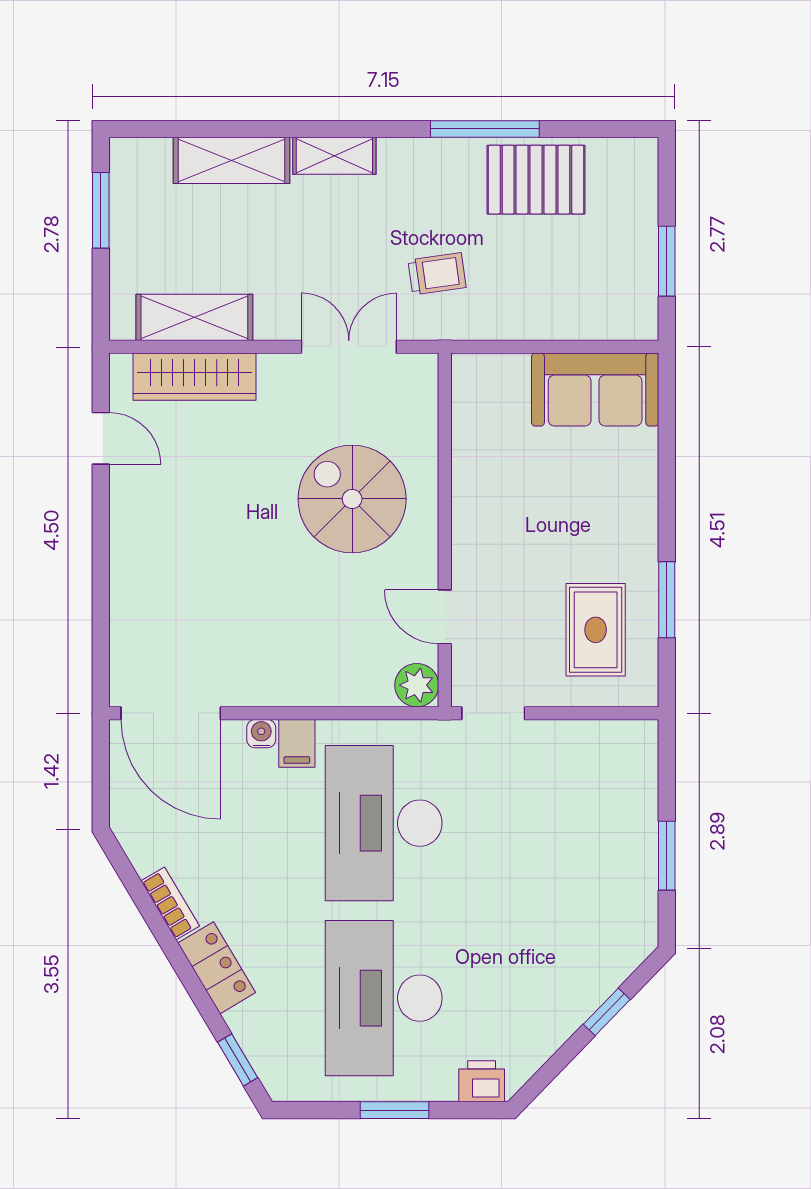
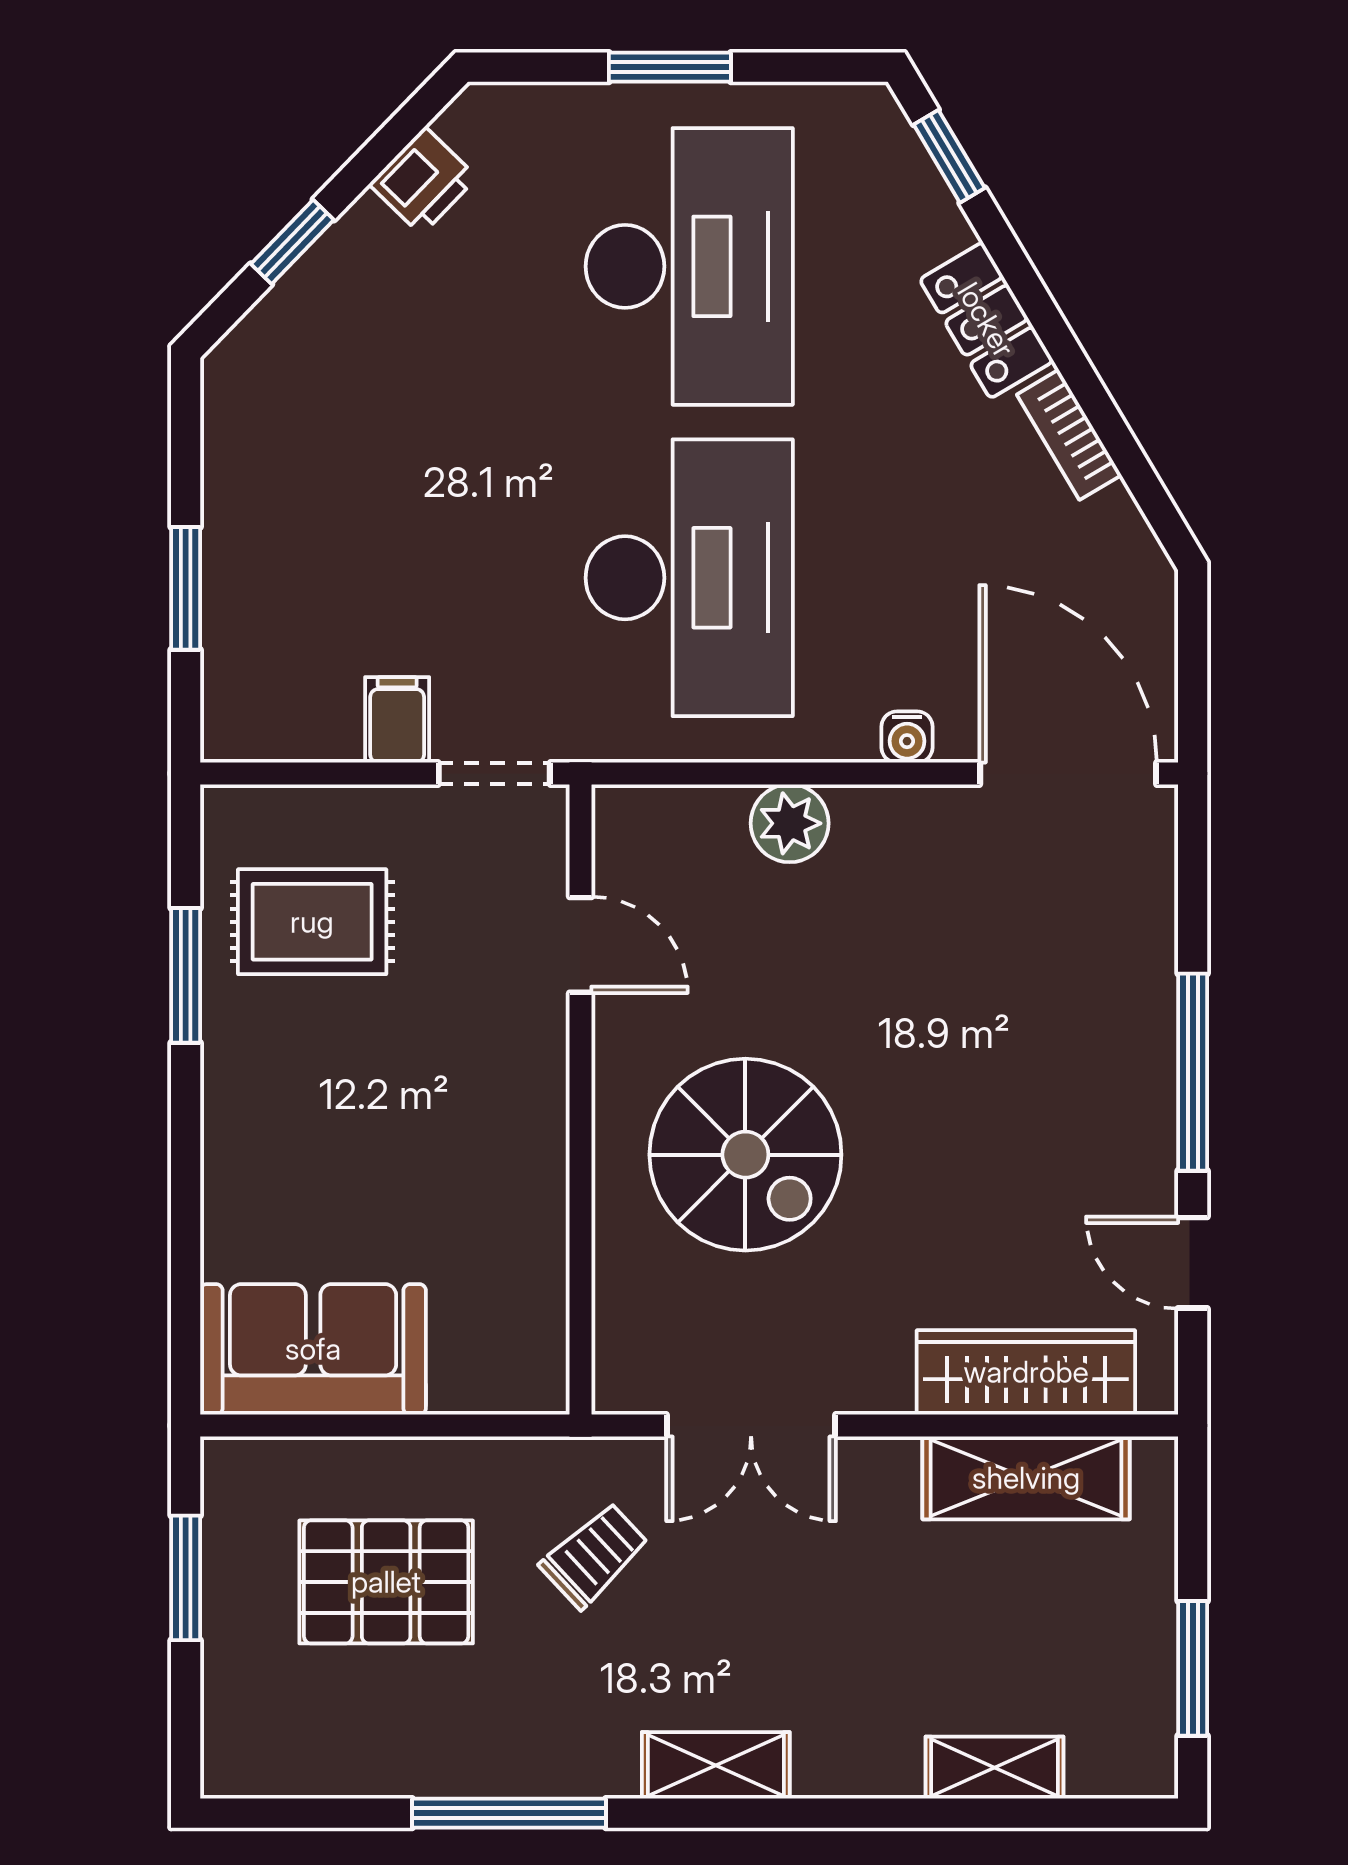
shelving: (334, 156) -> (716, 1765), moved
shelving: (231, 160) -> (995, 1768), width x0.67, depth x0.75
pallet: (536, 180) -> (386, 1582), moved
trolley: (437, 274) -> (594, 1555), turned 145
window: (101, 545) -> (1193, 1072), added
rug: (596, 630) -> (312, 922), turned 90
plant: (417, 685) -> (790, 823), moved
filing cabinet: (297, 743) -> (397, 720), moved
window: (667, 856) -> (186, 588), moved
printer: (482, 1081) -> (423, 181), moved, turned -46

